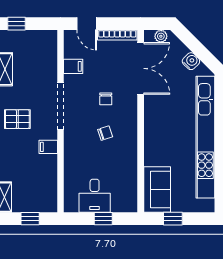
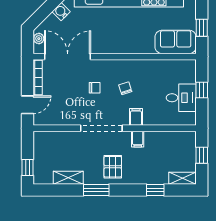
filing cabinet: (73, 66) -> (136, 117), moved

